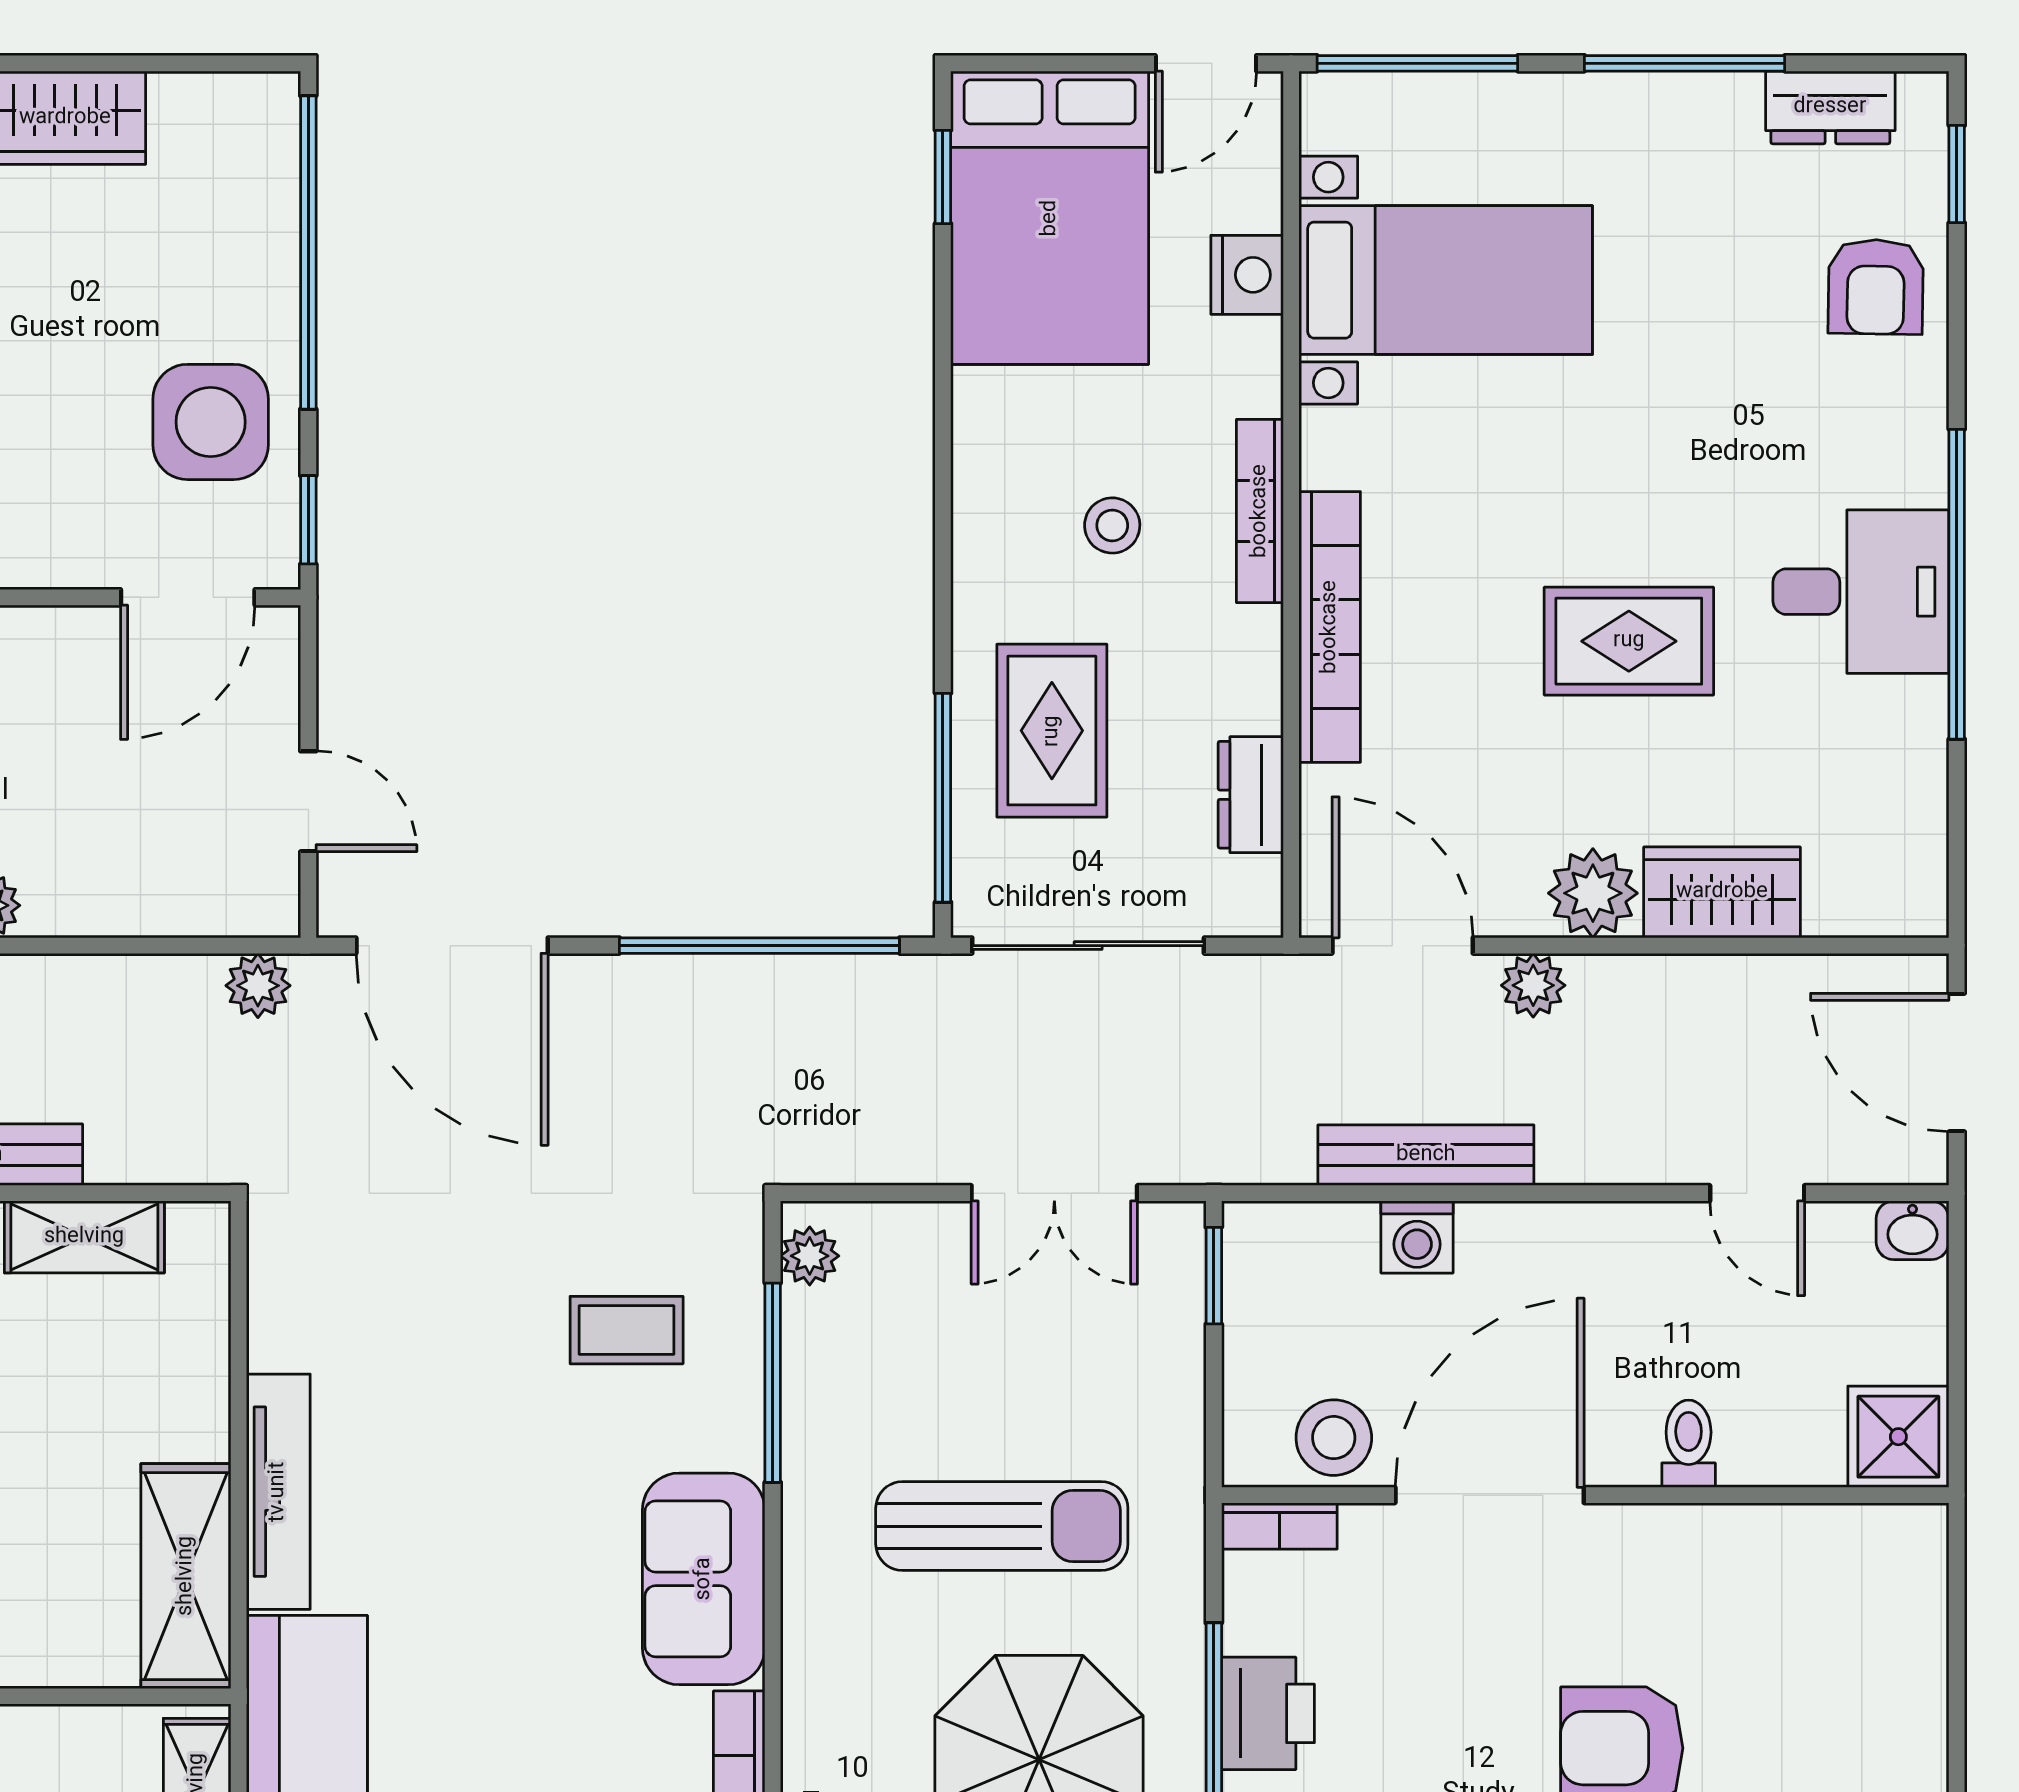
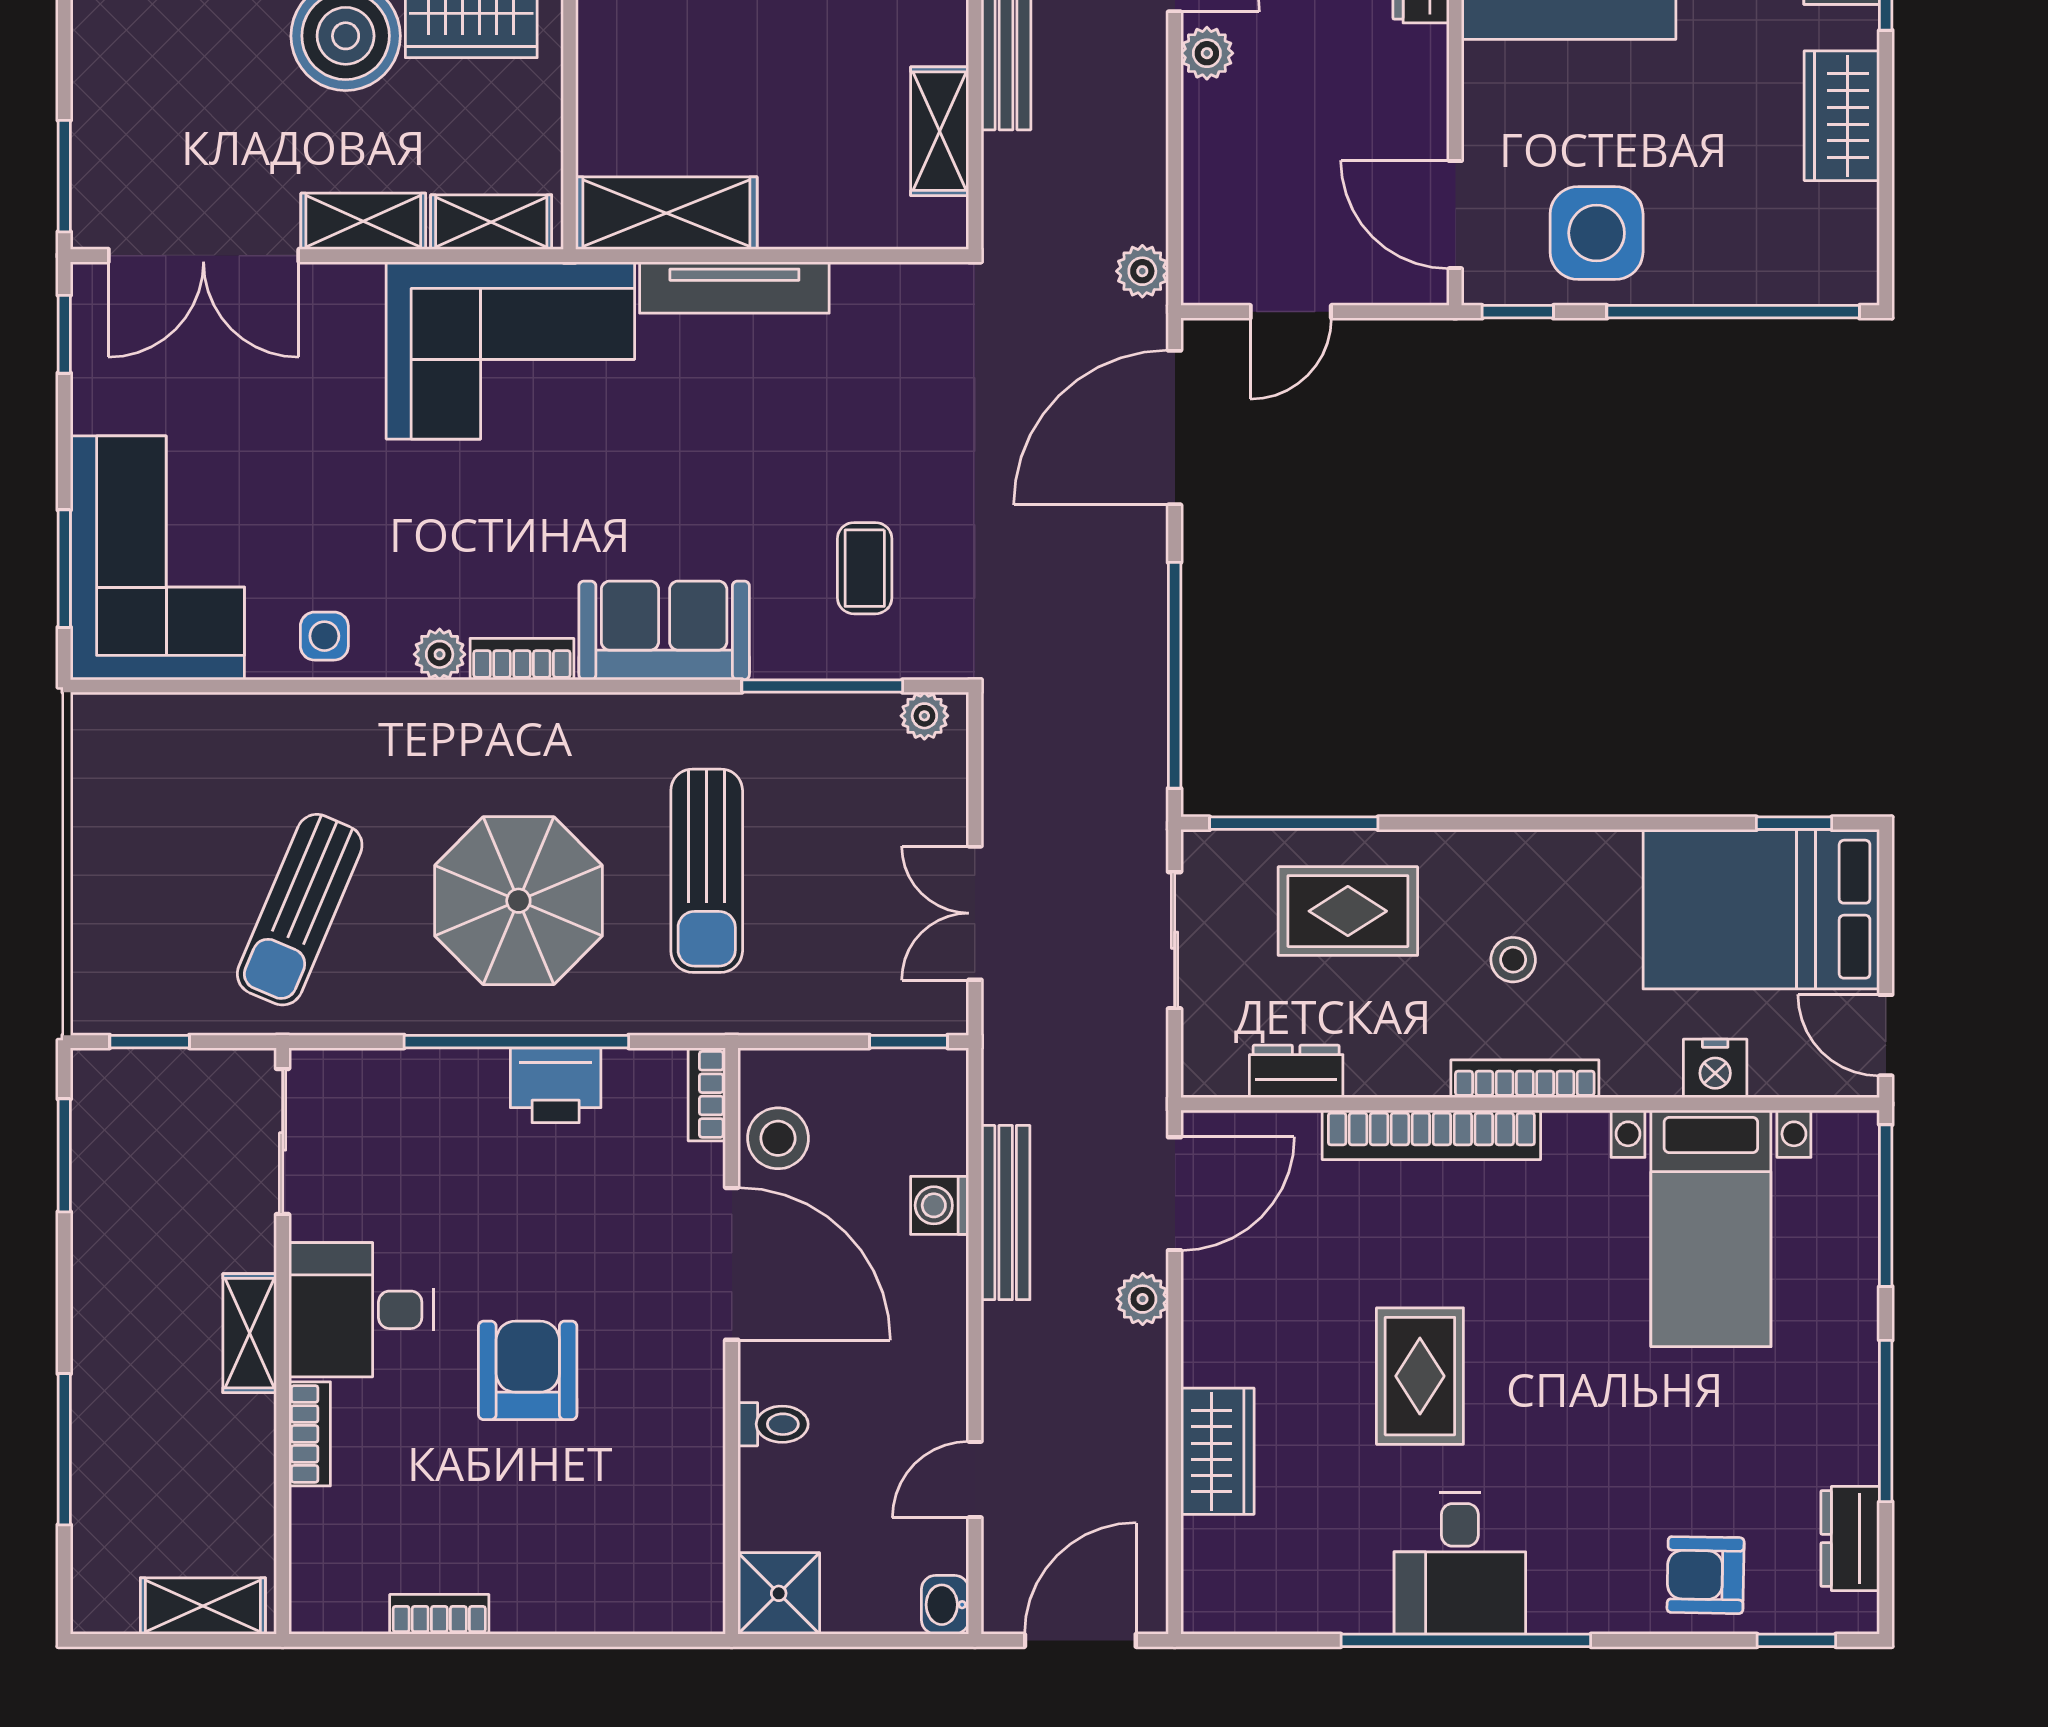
plant: (1593, 893) -> (1217, 1347), removed
sliding door: (1088, 946) -> (1175, 940), width x0.73

